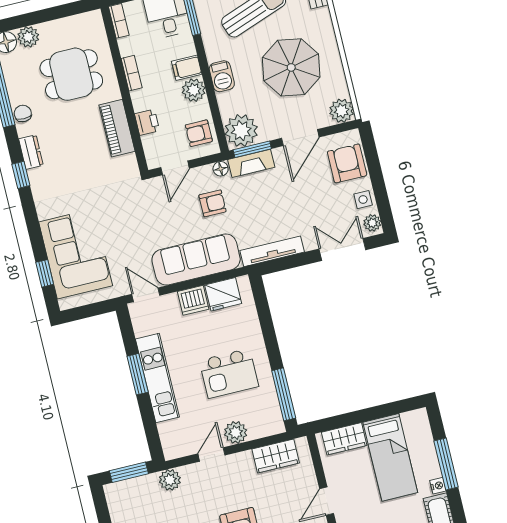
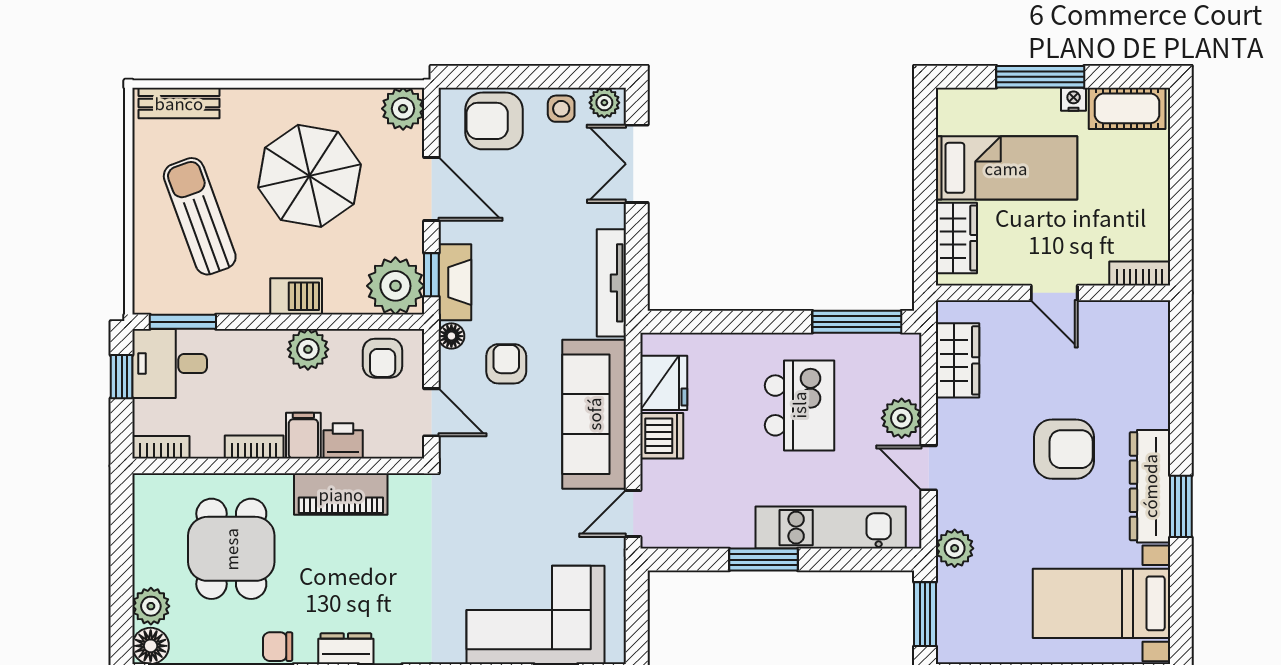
filing cabinet: (187, 68) -> (303, 436), moved, turned 180
window: (252, 149) -> (431, 275), width x0.67
kitchen unit: (157, 378) -> (831, 528), moved

